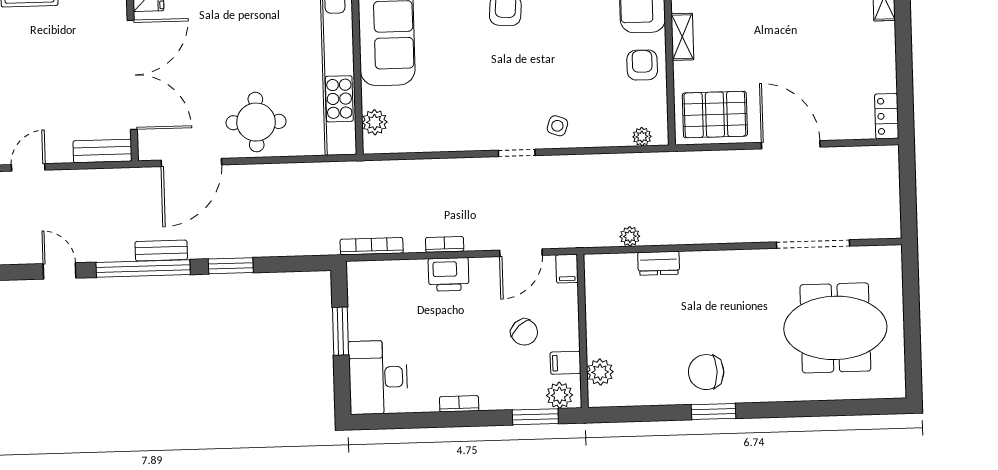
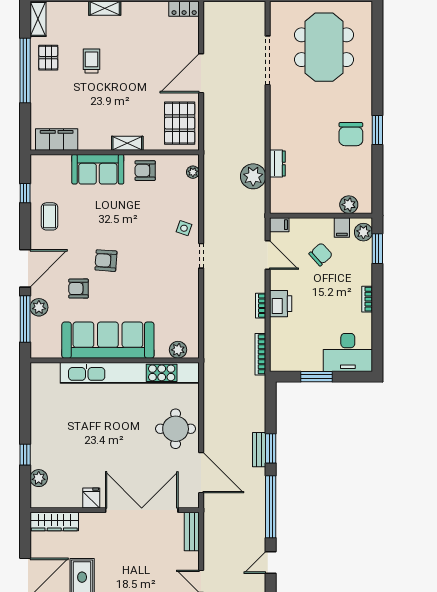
plant: (630, 236) -> (253, 176), width x1.87, depth x1.87
bench: (161, 251) -> (259, 450), moved

